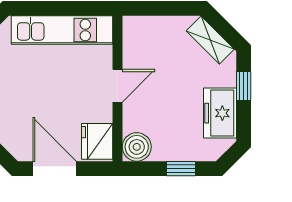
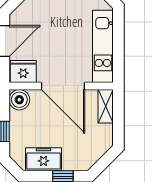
shelving: (210, 40) -> (106, 106), moved, turned -45
door: (118, 86) -> (63, 86), width x1.88

